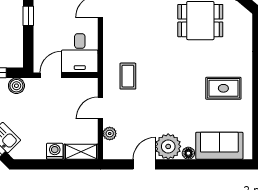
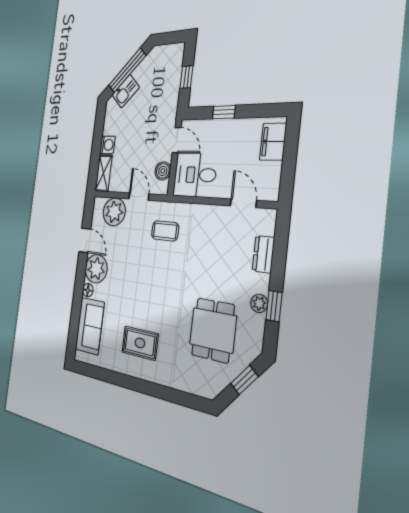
window: (28, 16) -> (224, 112), moved
boiler: (16, 86) -> (163, 171), moved
rug: (223, 88) -> (140, 343), turned 90
plant: (110, 134) -> (114, 212), width x1.87, depth x1.87

